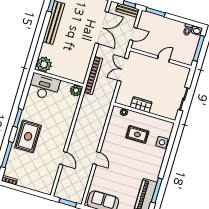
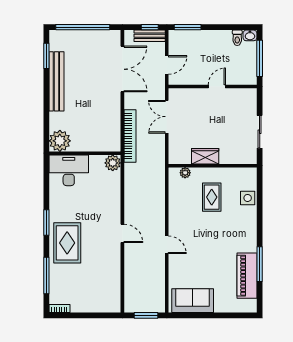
rug: (137, 134) -> (212, 197), turned 90
door: (63, 158) -> (122, 233), moved

